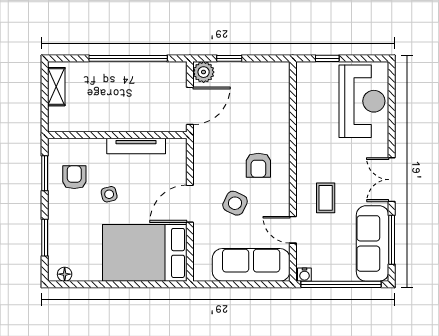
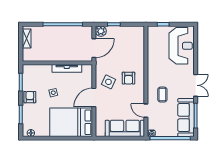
armchair: (74, 177) -> (30, 97), moved
double door: (392, 180) -> (196, 85), swing flipped
side table: (235, 203) -> (108, 82), moved

